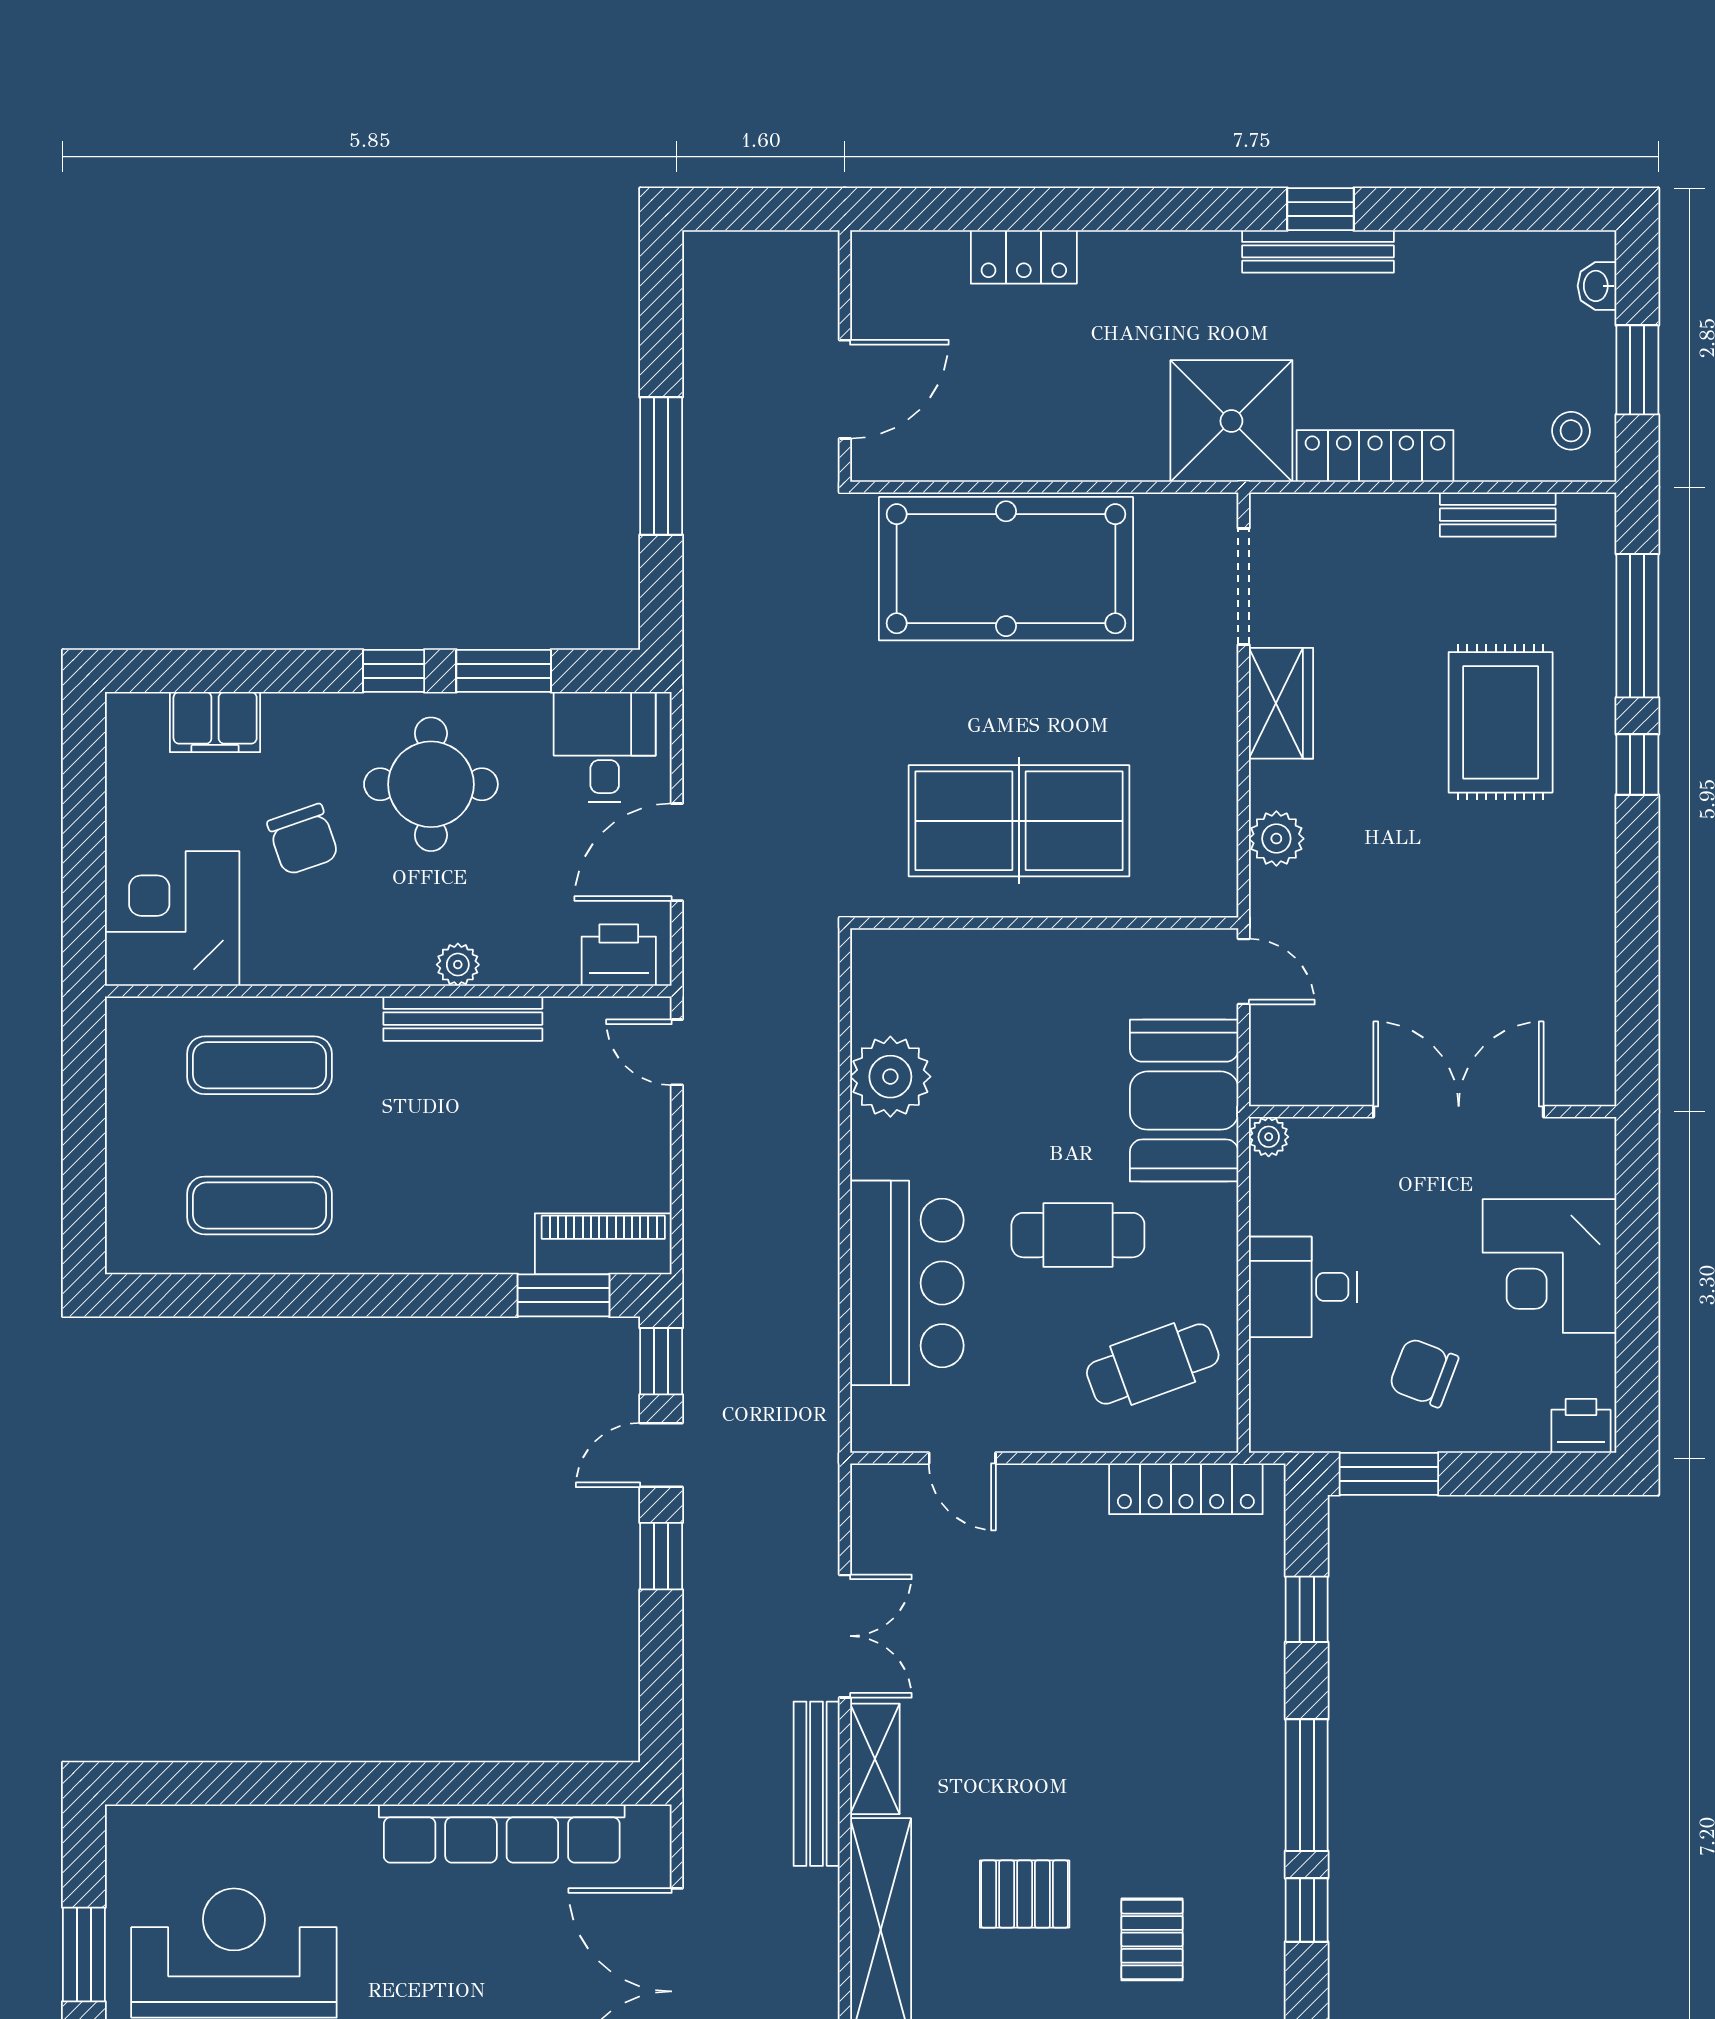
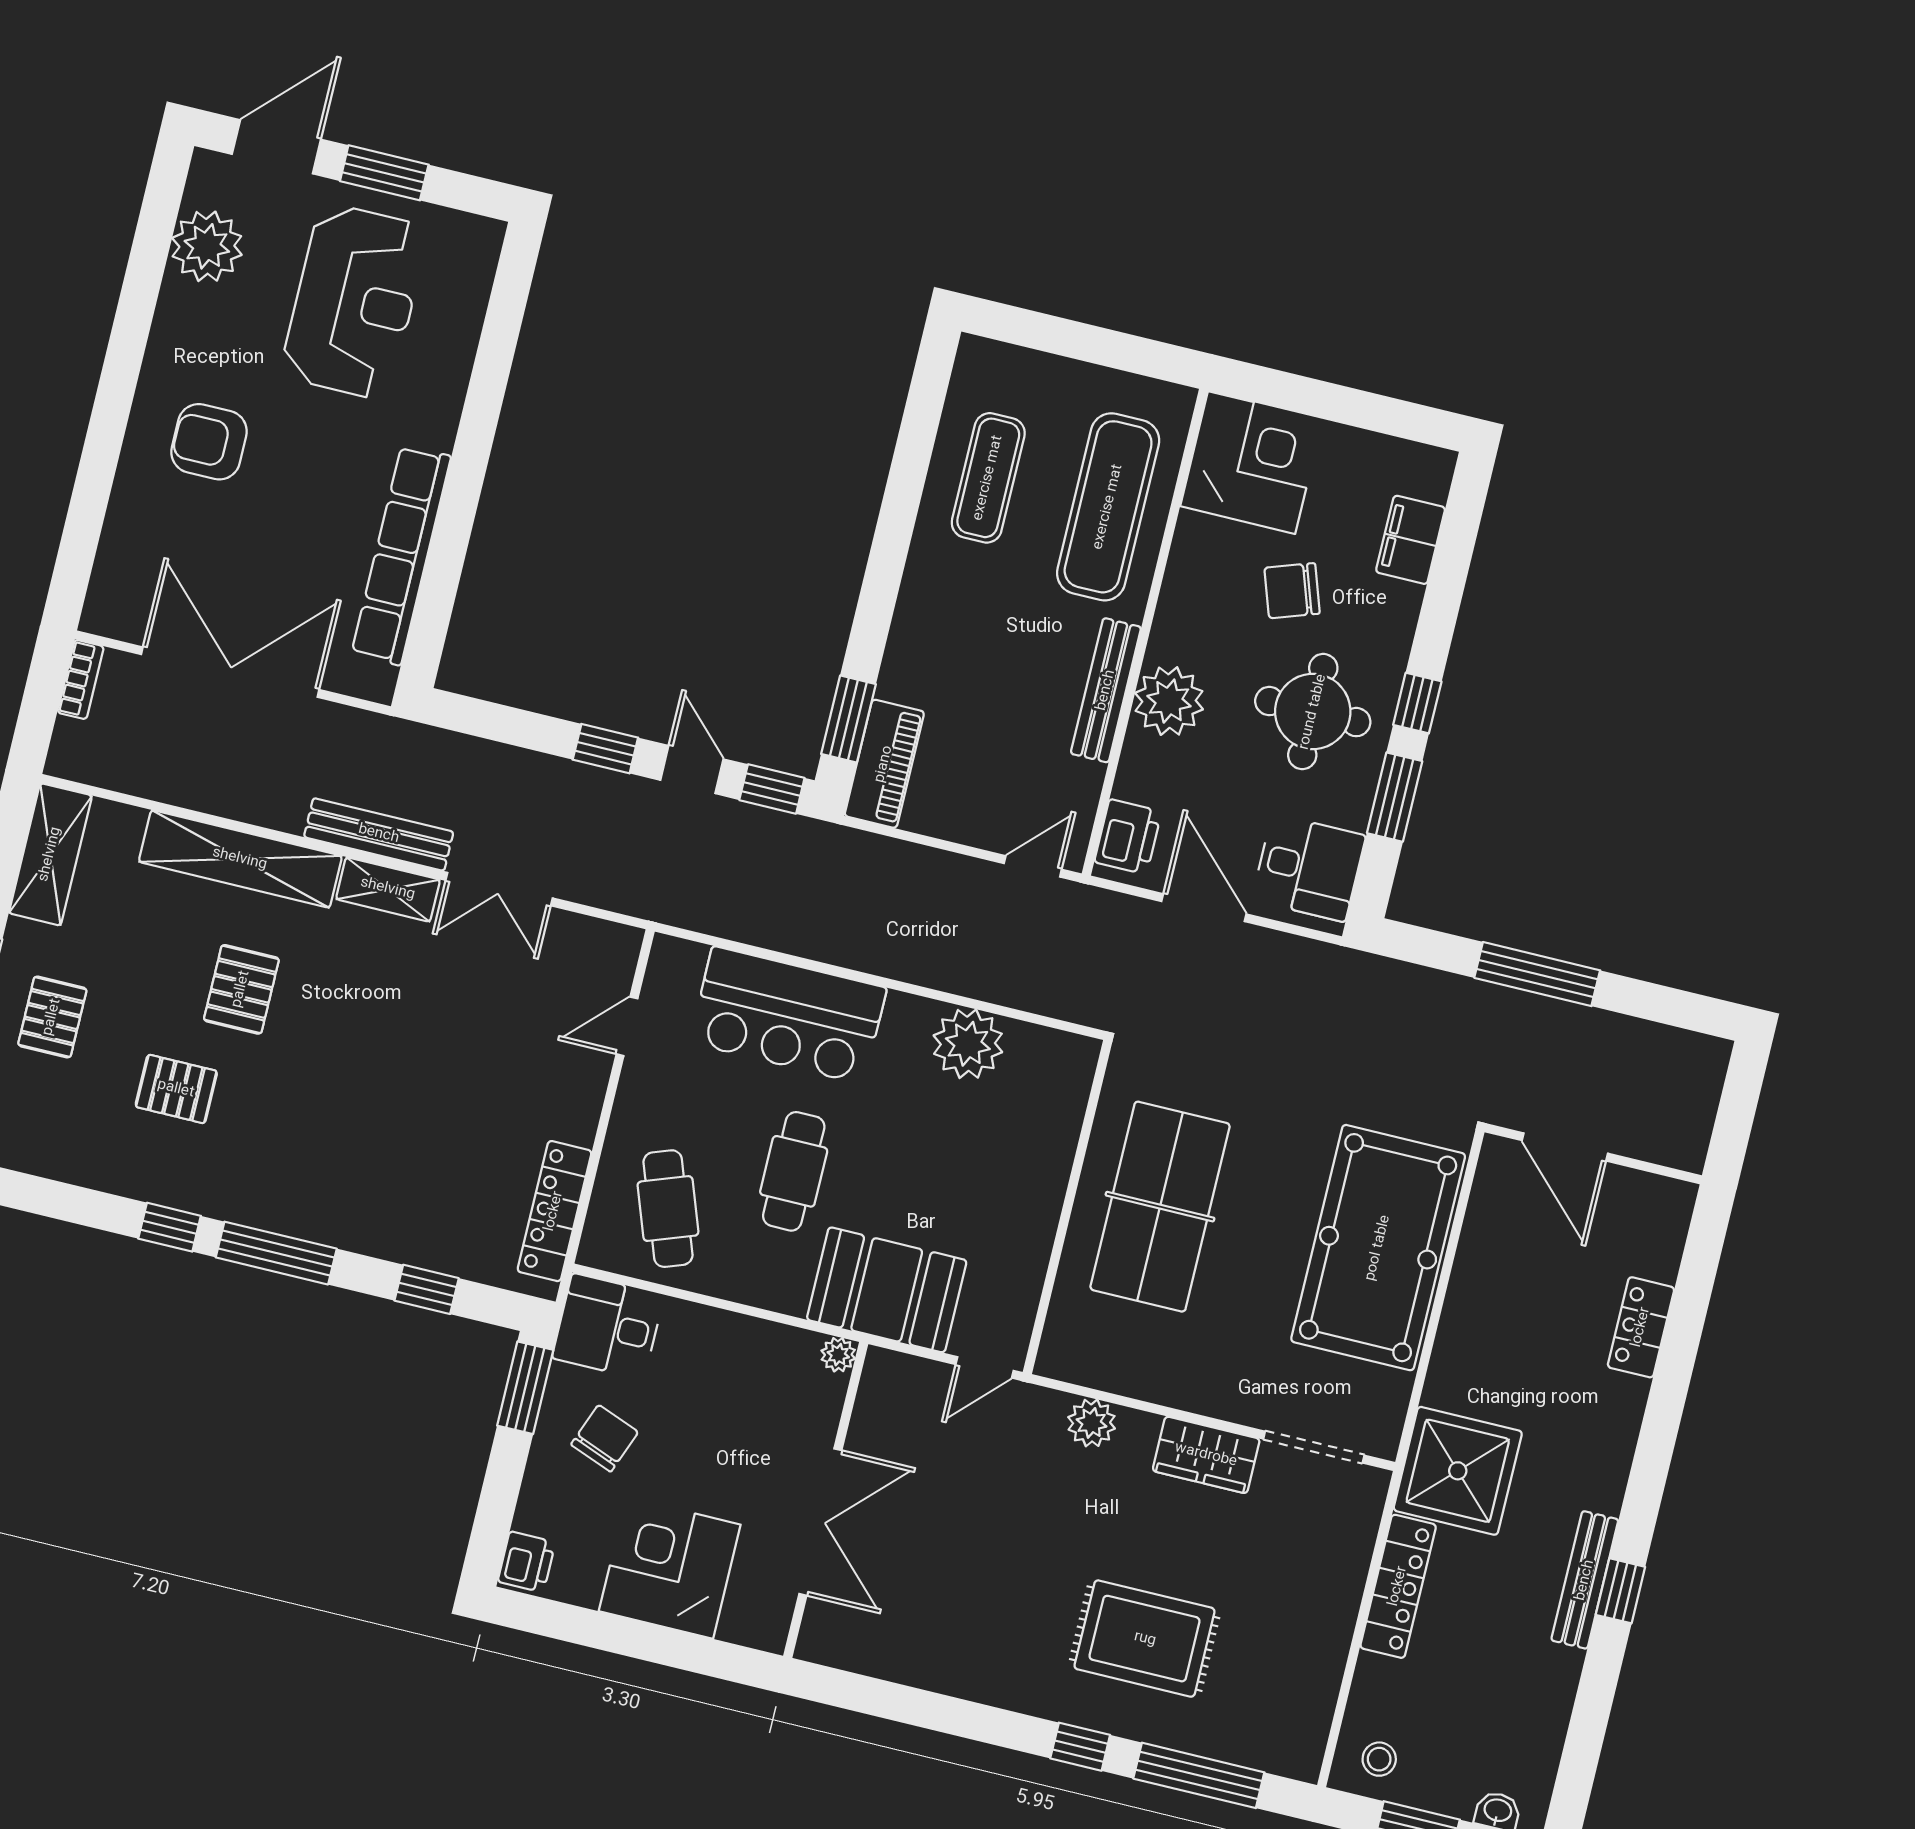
bench: (1498, 515) -> (1323, 1679), removed
plant: (458, 965) -> (1169, 701), width x1.87, depth x1.87
exercise mat: (259, 1065) -> (1108, 507), width x1.36, depth x1.45
desk: (1303, 1287) -> (608, 1326), moved, turned -90

